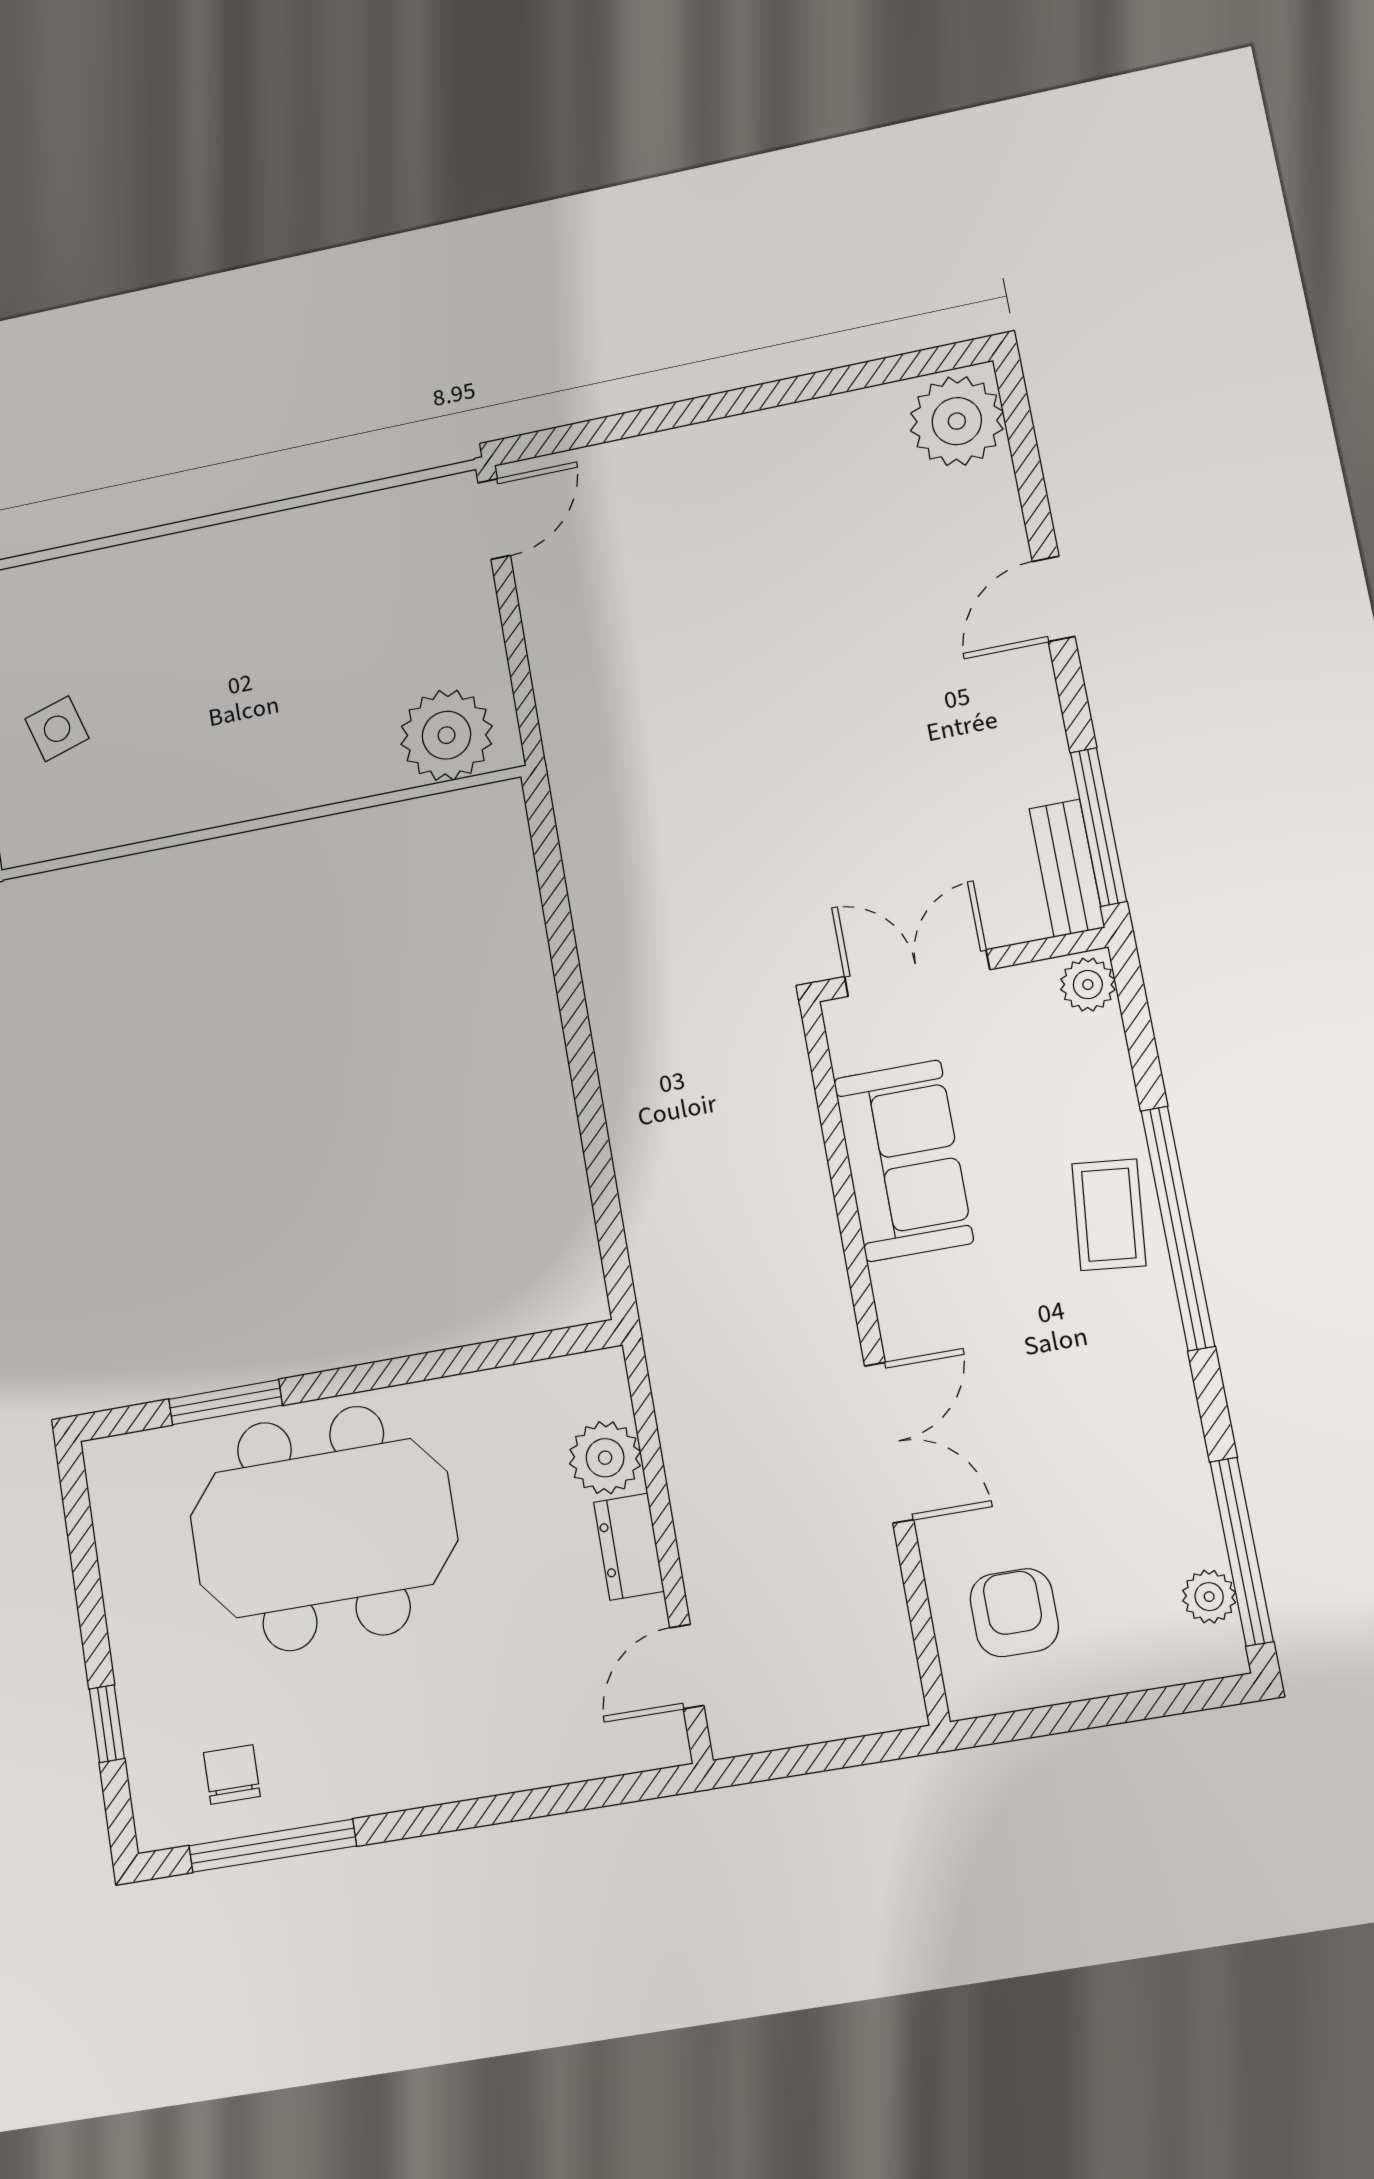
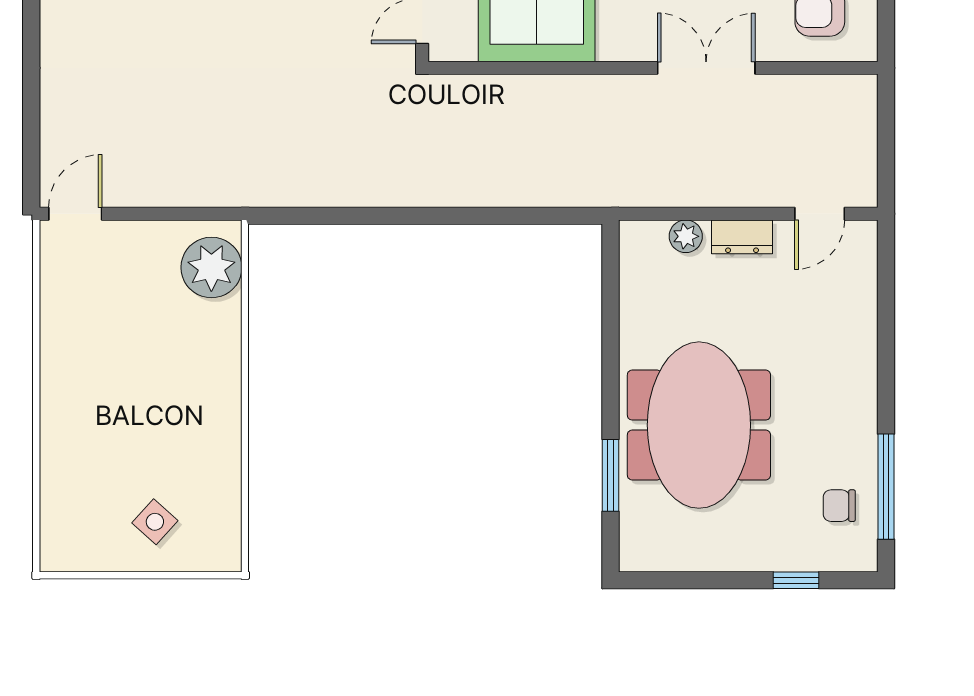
door: (494, 519) -> (75, 214), hinge flipped
side table: (57, 729) -> (155, 522), turned -31
plant: (605, 1458) -> (686, 236), width x0.73, depth x0.73
door: (687, 1667) -> (820, 214), hinge flipped

